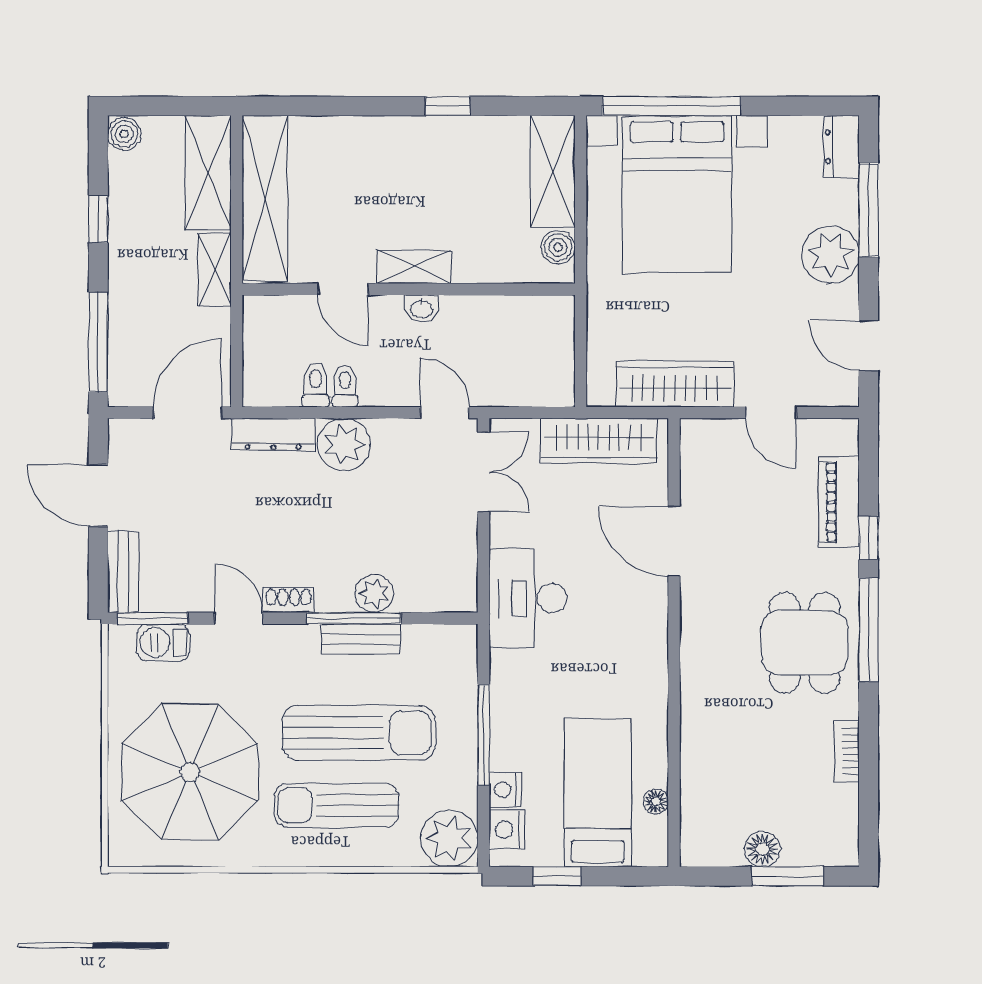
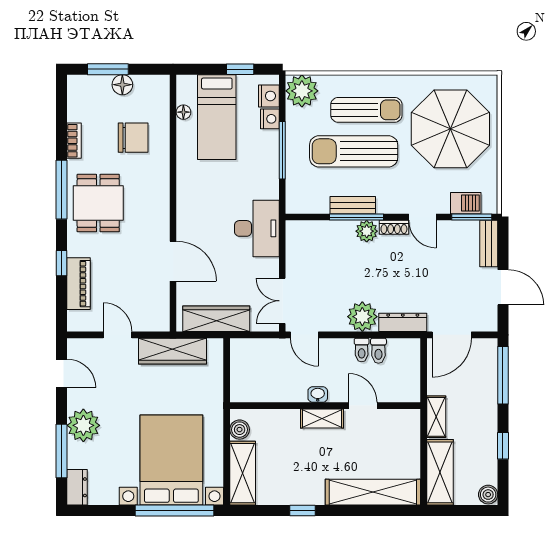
shelving: (265, 198) -> (373, 492), moved, turned 90
plant: (374, 594) -> (367, 231), moved
window: (869, 630) -> (62, 190), moved
chair: (744, 757) -> (133, 138), added

